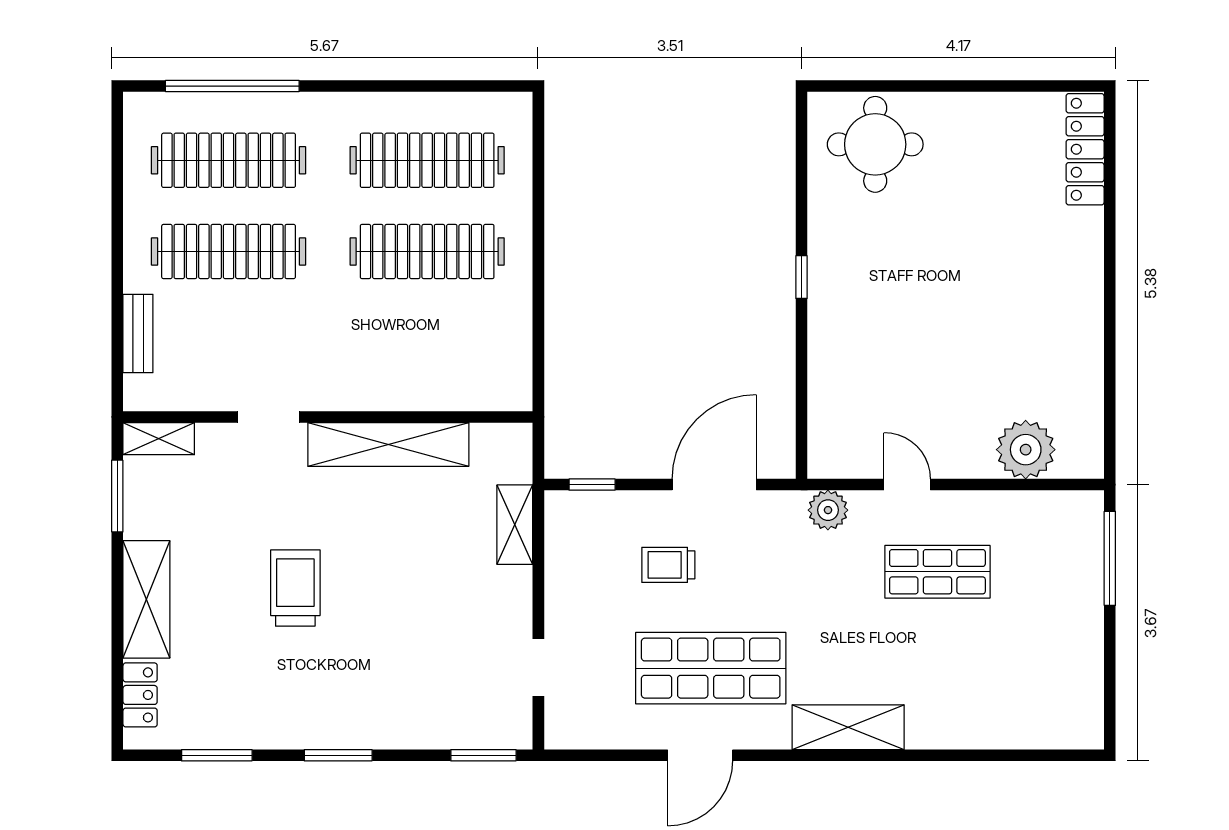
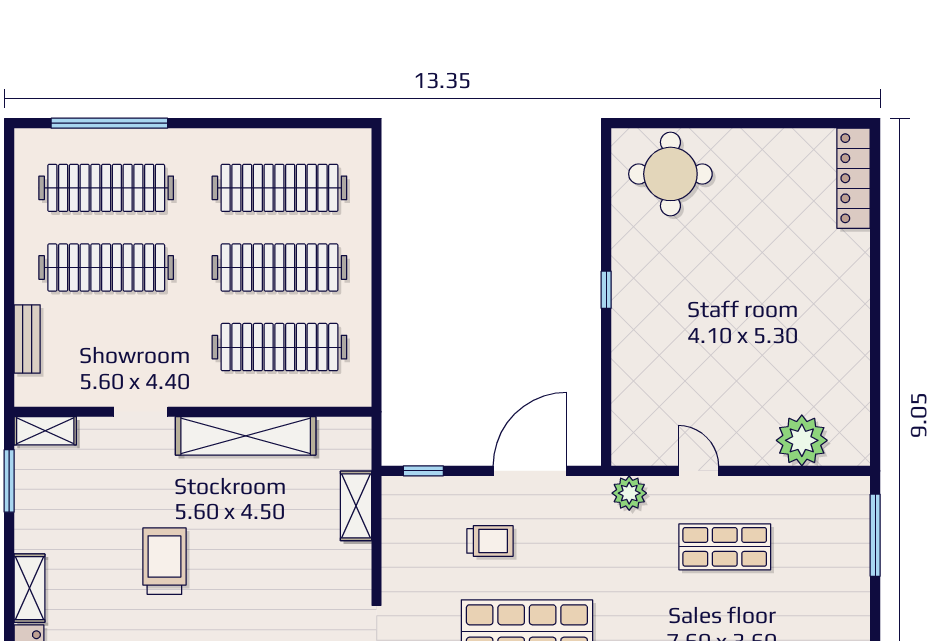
clothes rail: (427, 343) -> (279, 347), added
trolley: (668, 565) -> (490, 541), turned 180
shelving: (146, 599) -> (29, 588), width x0.67, depth x0.75

